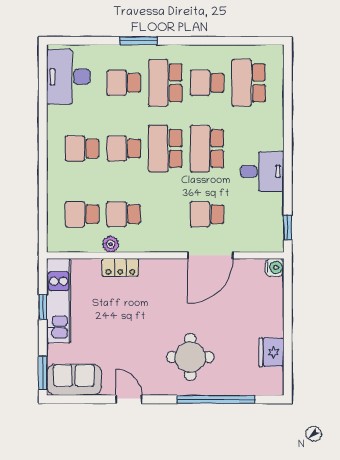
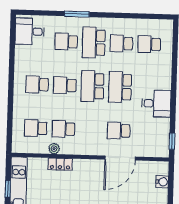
desk: (68, 77) -> (30, 31), width x0.73
school desk: (249, 83) -> (149, 44), width x0.54
water cooler: (275, 267) -> (162, 182), moved

